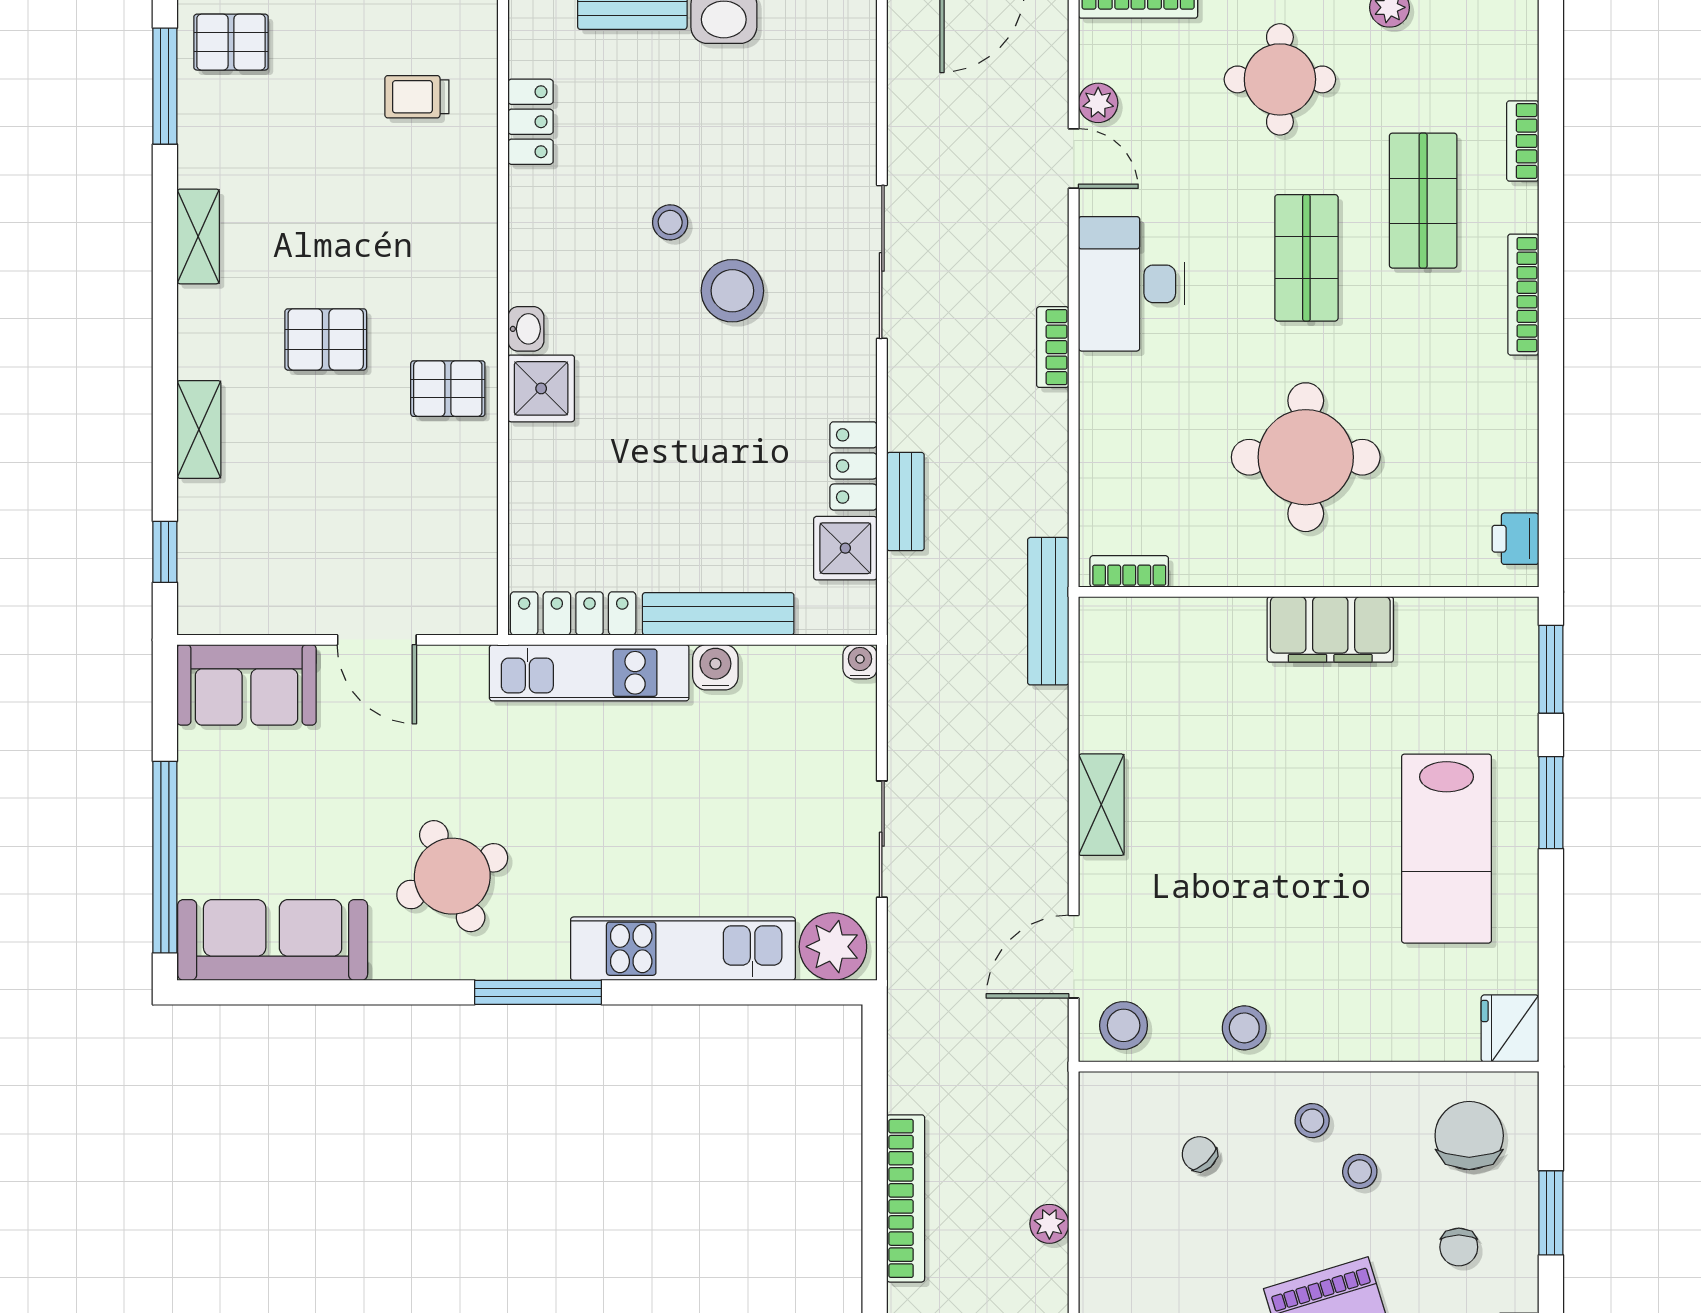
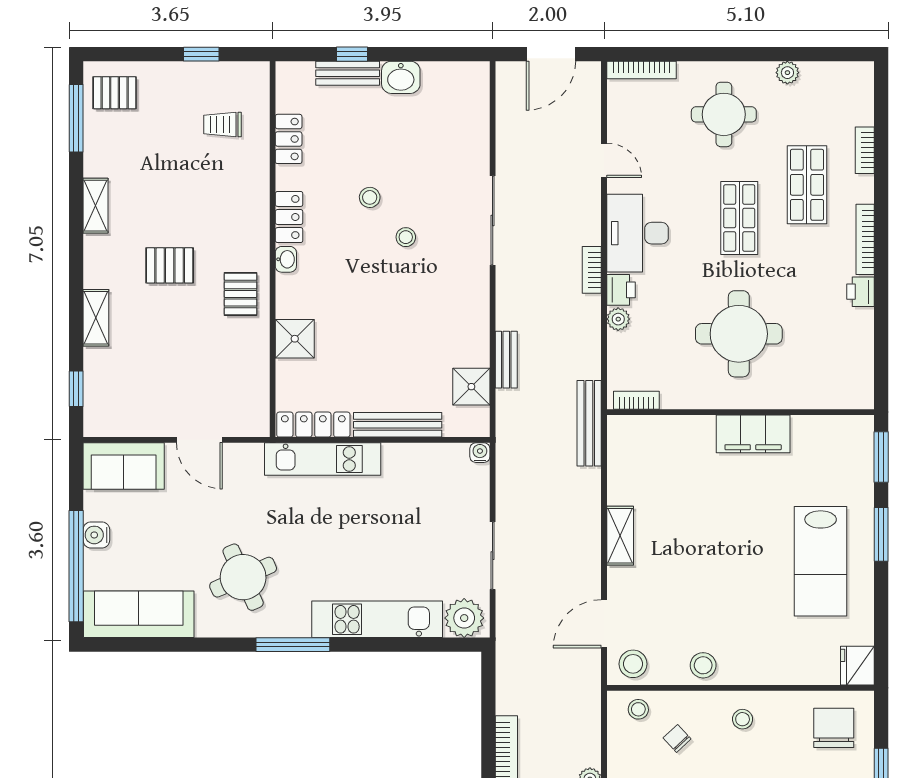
plant: (1098, 103) -> (618, 319), moved
stool: (732, 291) -> (406, 237), width x0.53, depth x0.53
printer: (1103, 382) -> (621, 290), added
shower: (541, 388) -> (295, 339), moved
pallet: (448, 389) -> (241, 294), turned 90
locker: (853, 466) -> (289, 217), moved, turned 180
printer: (1515, 539) -> (861, 292), moved
water cooler: (715, 667) -> (96, 535), moved, turned -90
stool: (1360, 1171) -> (638, 709), moved

